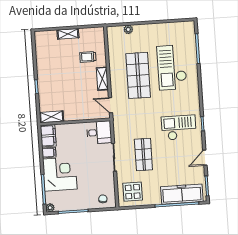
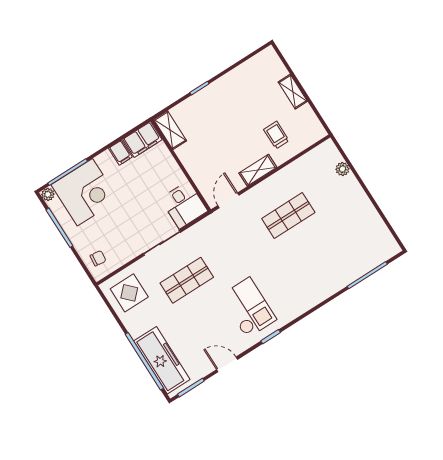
checkout: (172, 67) -> (323, 255), removed
shop shelf: (138, 75) -> (288, 215), width x0.70, depth x0.74
corner desk: (60, 174) -> (85, 192), moved

